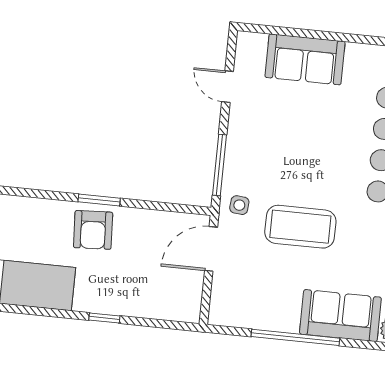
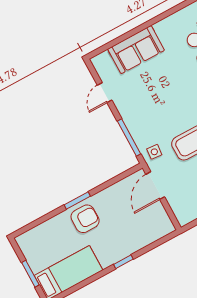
door: (228, 87) -> (105, 93), hinge flipped
armchair: (93, 230) -> (85, 219), turned -87

